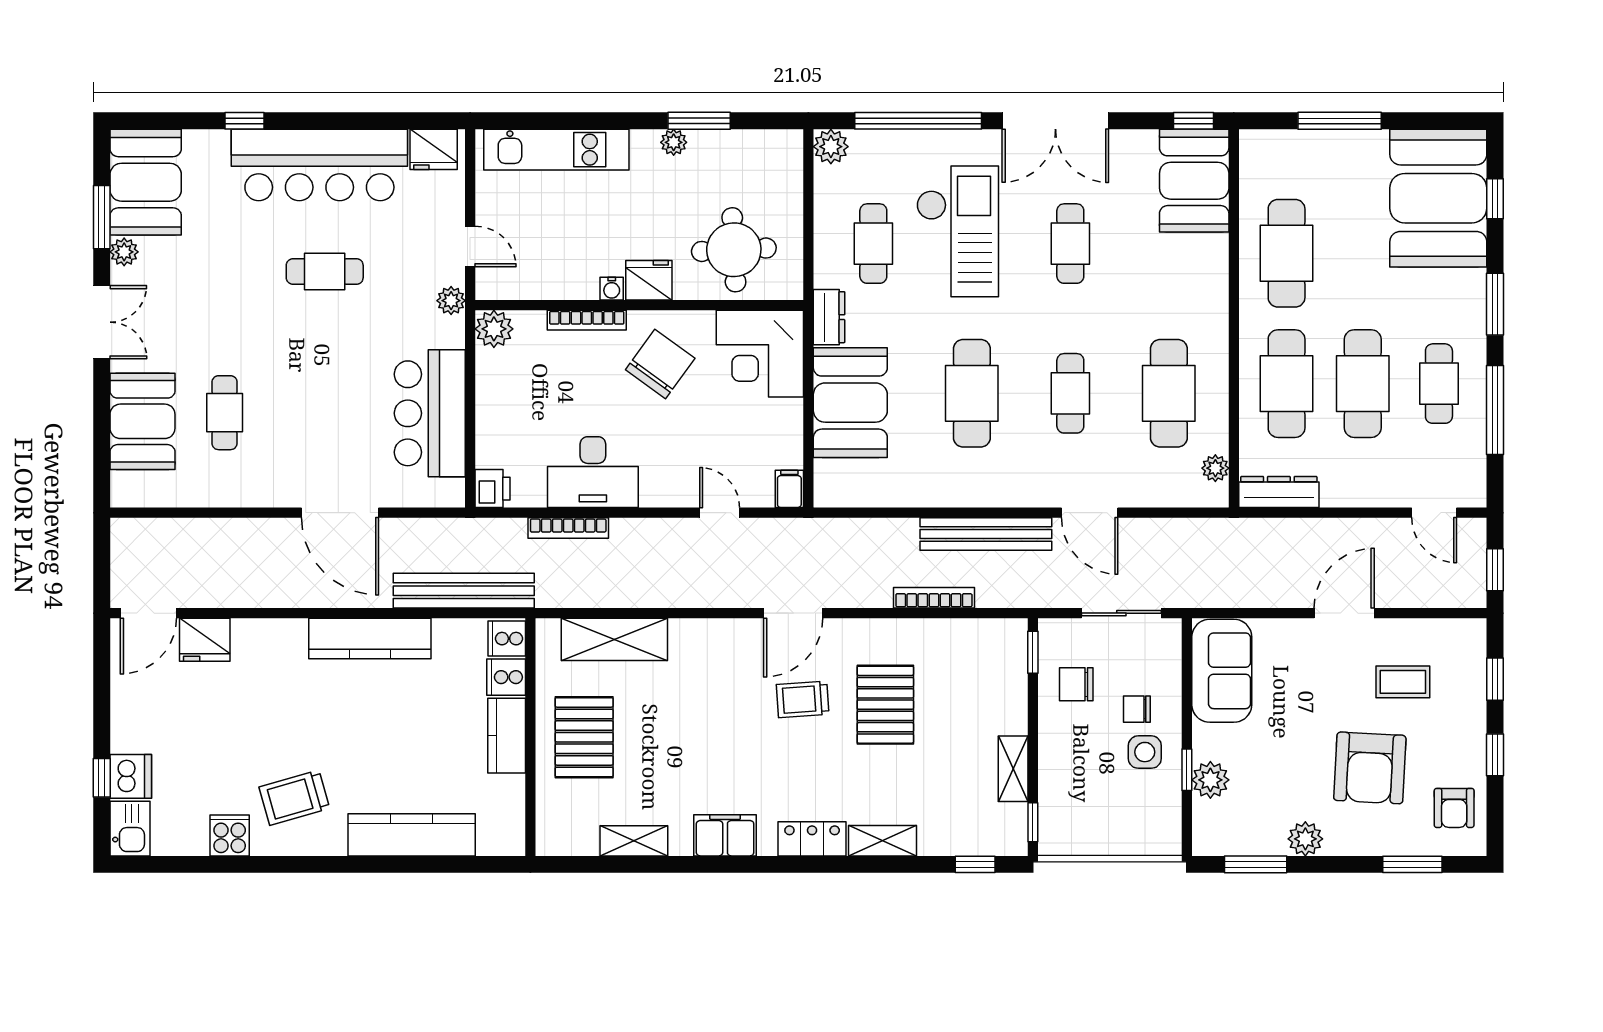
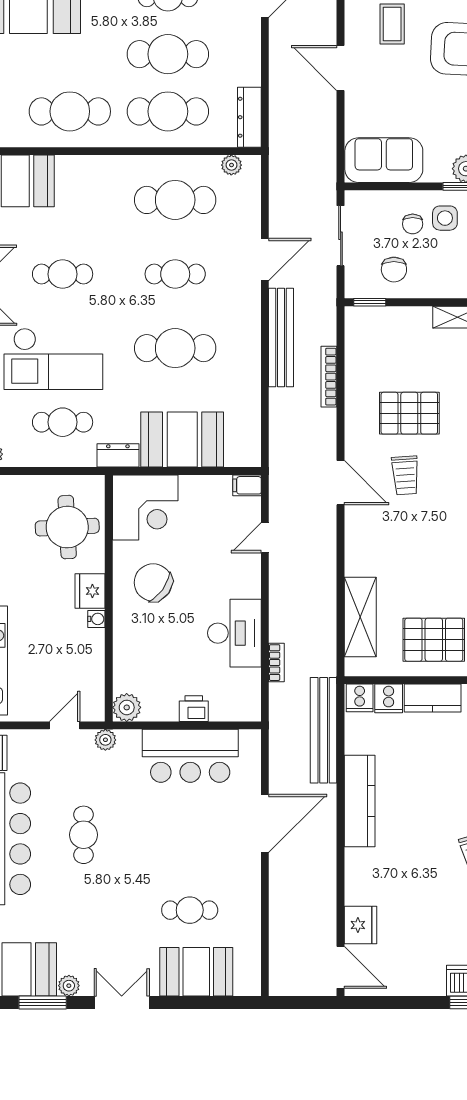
checkout: (958, 231) -> (53, 359), turned 180
bookcase: (587, 320) -> (120, 638), removed
printer: (493, 489) -> (194, 709), moved
bookcase: (568, 528) -> (276, 663), width x0.64

